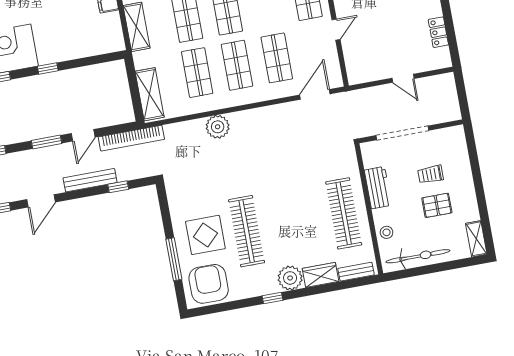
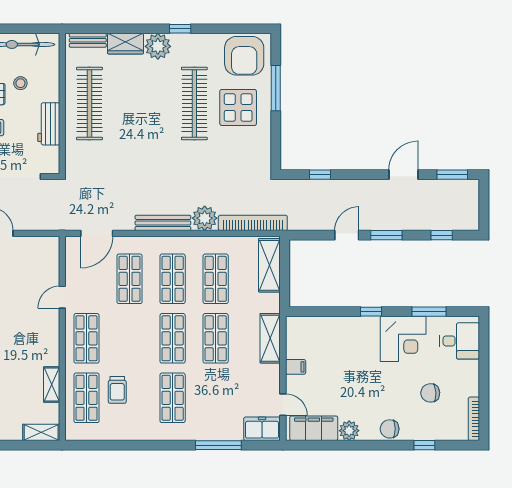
bookcase: (131, 138) -> (253, 223), moved
bench: (90, 180) -> (163, 223), moved
stool: (387, 232) -> (20, 83), moved

